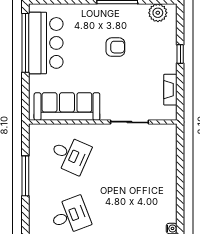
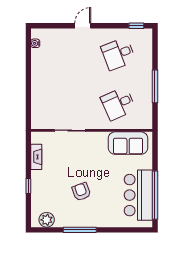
armchair: (115, 47) -> (81, 192), turned 70
sofa: (67, 107) -> (128, 143), width x0.73
desk: (70, 155) -> (118, 104), turned -48

